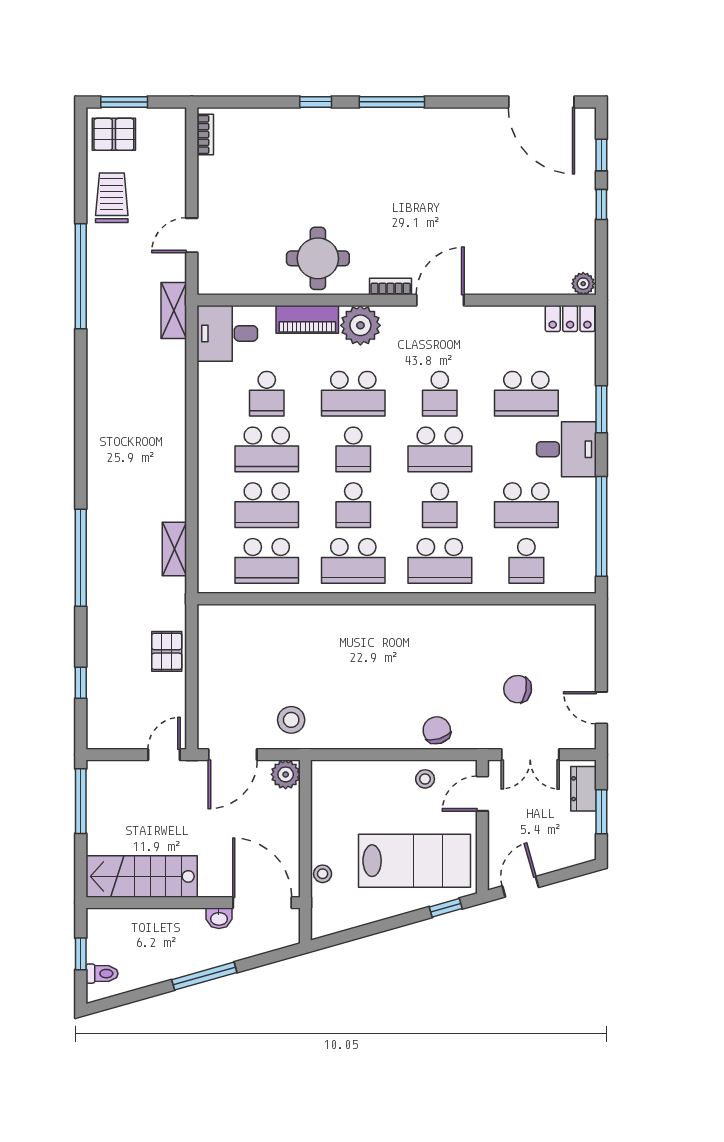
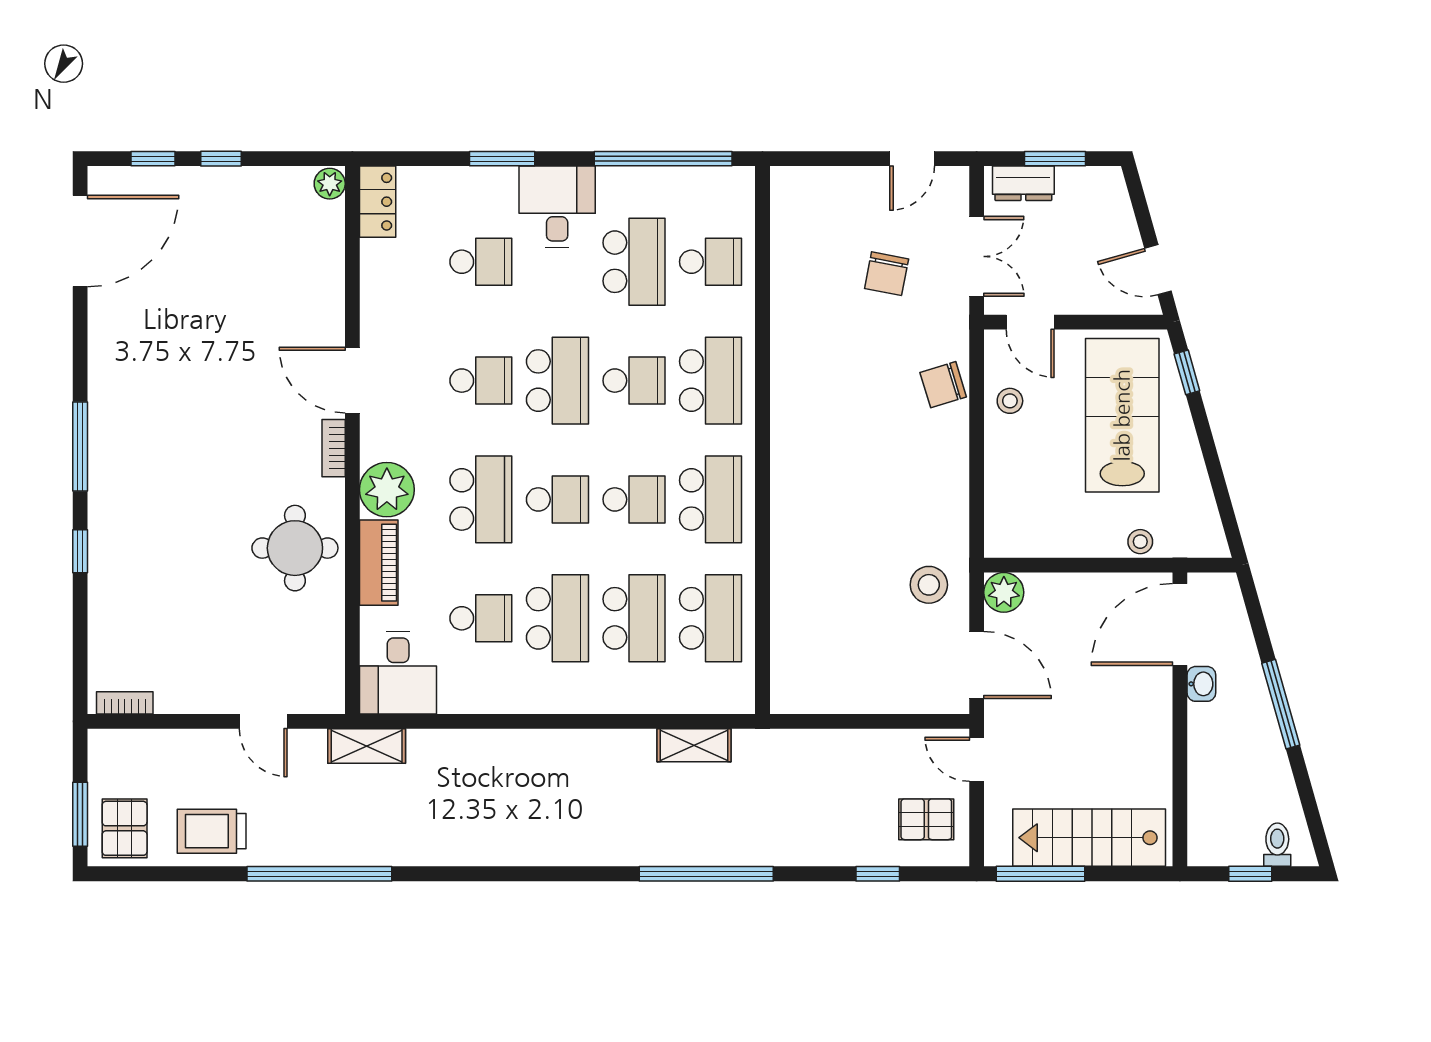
school desk: (526, 394) -> (481, 262), width x0.54
pallet: (167, 651) -> (926, 819), moved
stairs: (142, 876) -> (1089, 838), moved, turned 90

